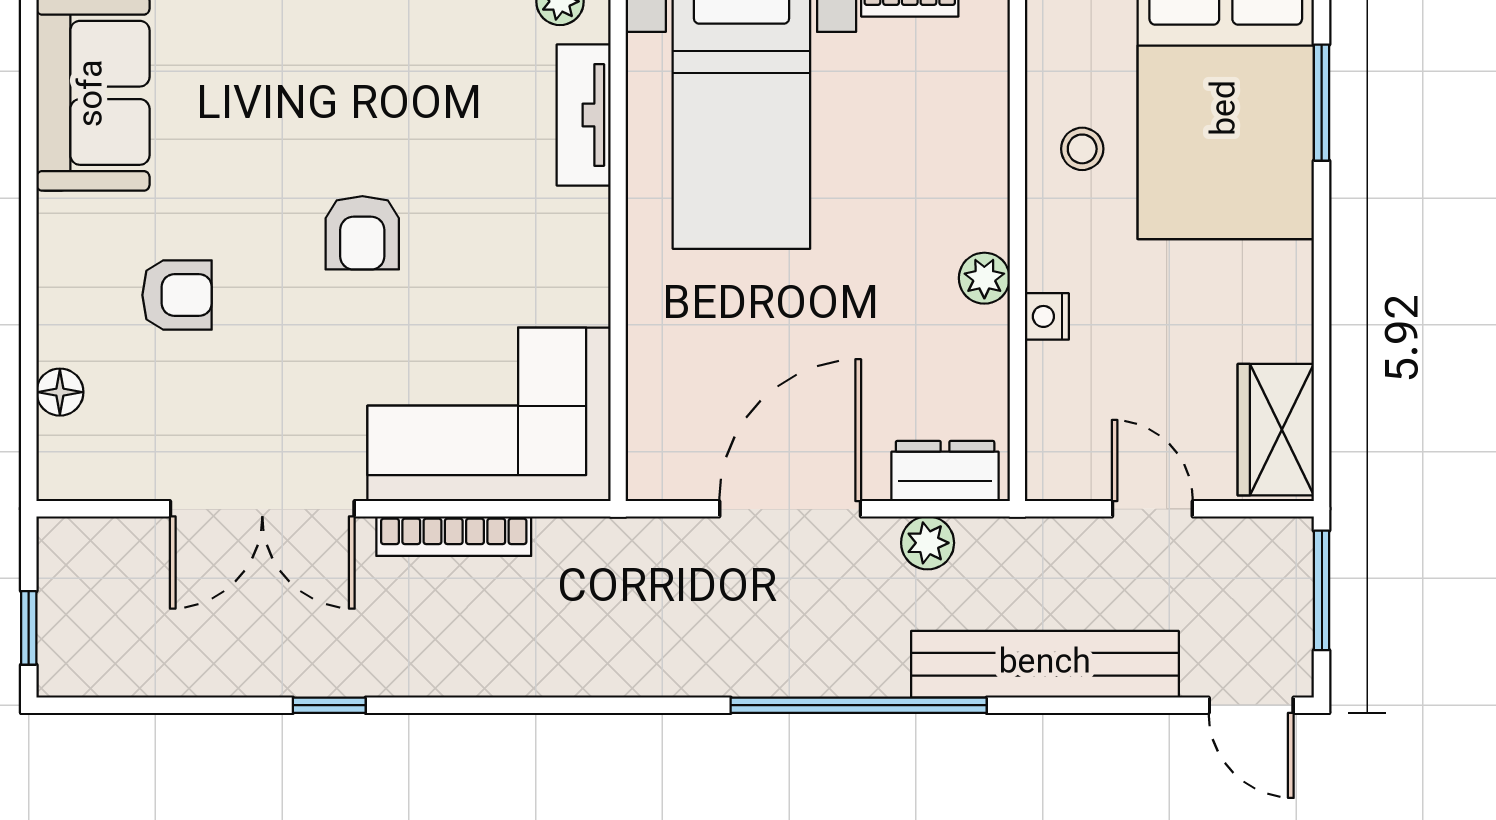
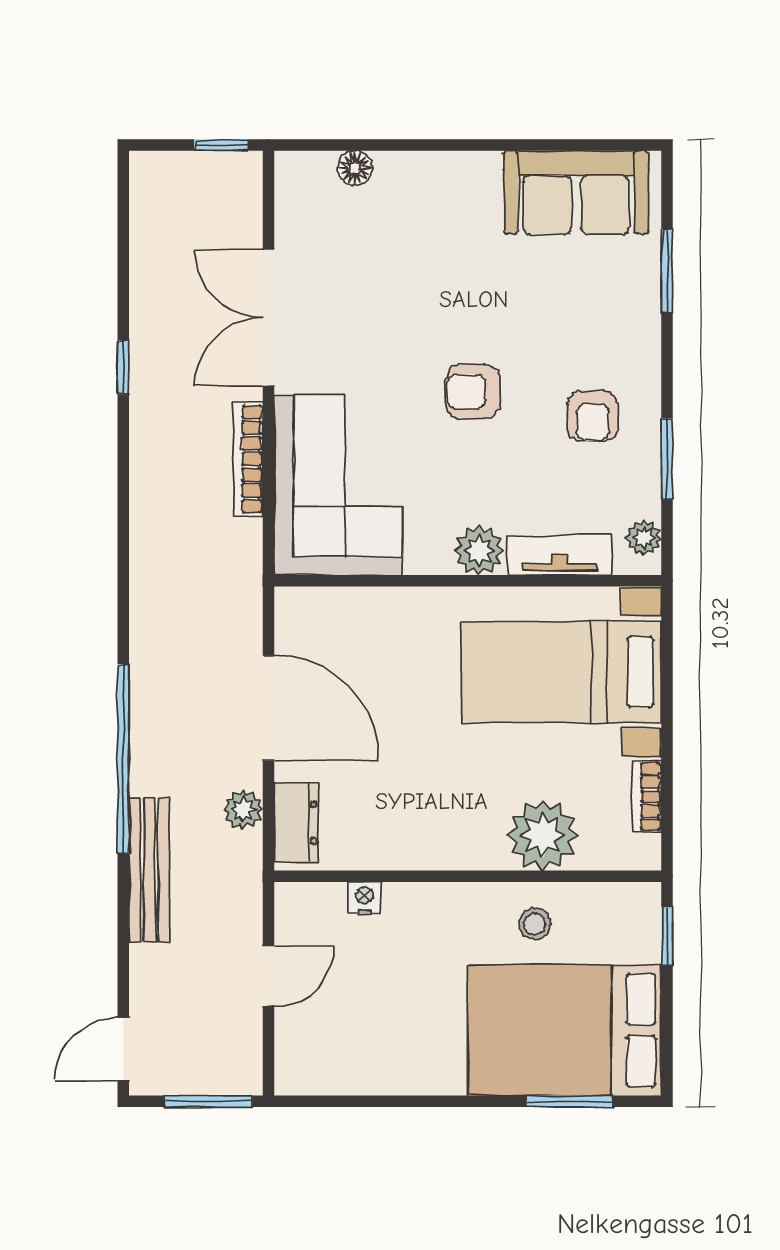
plant: (577, 224) -> (479, 550), added
plant: (984, 278) -> (543, 835), moved, width x1.88, depth x1.88
armchair: (177, 295) -> (593, 416), moved
nightstand: (1047, 316) -> (365, 898), moved
wardrobe: (1276, 430) -> (327, 1067), removed
window: (29, 628) -> (221, 145), moved
bench: (1045, 664) -> (149, 870), width x0.73, depth x0.82

